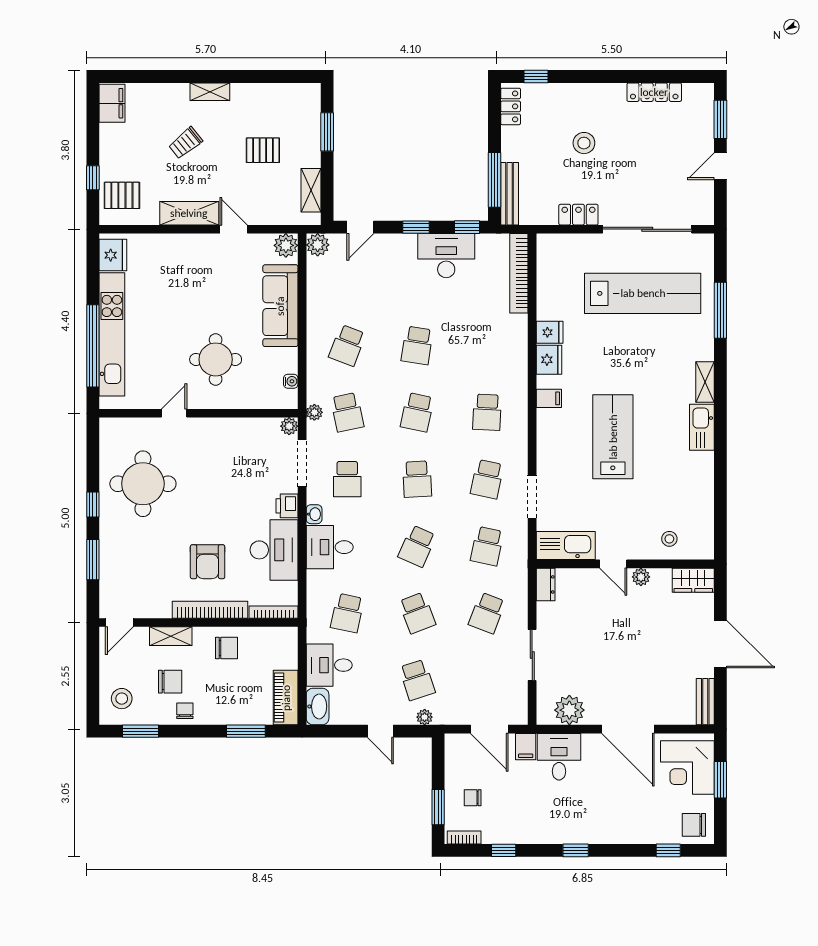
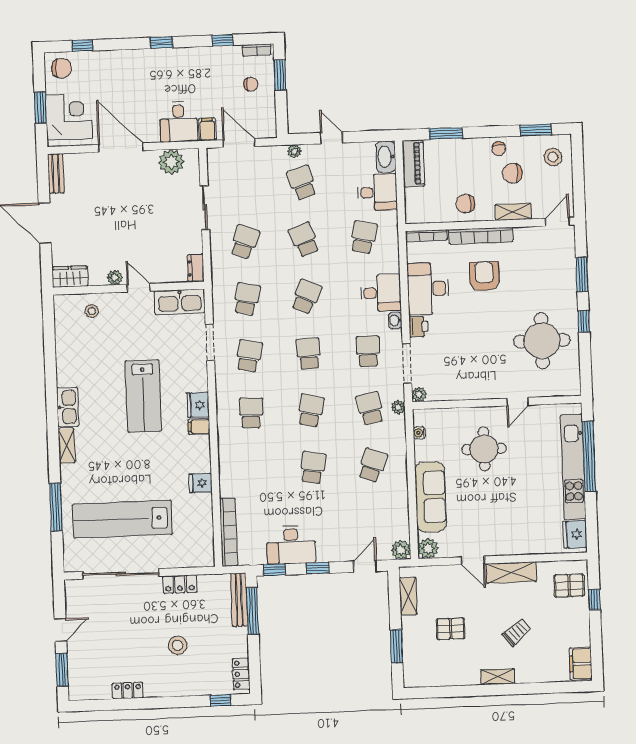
locker: (654, 92) -> (128, 691), width x0.66
fridge: (549, 360) -> (198, 405), moved

